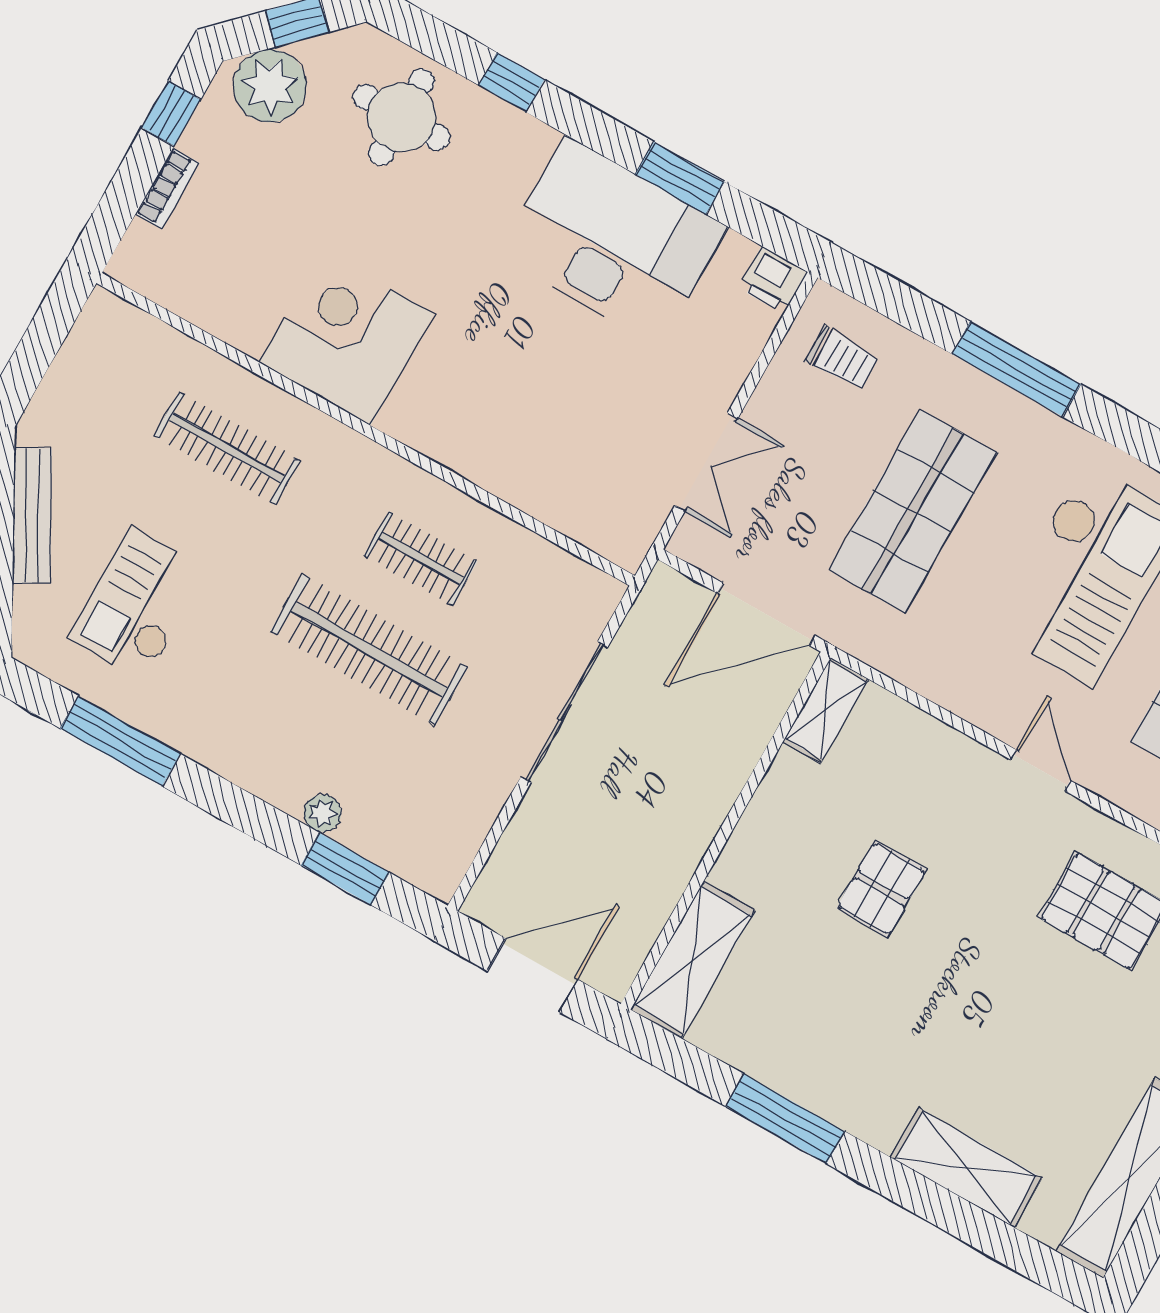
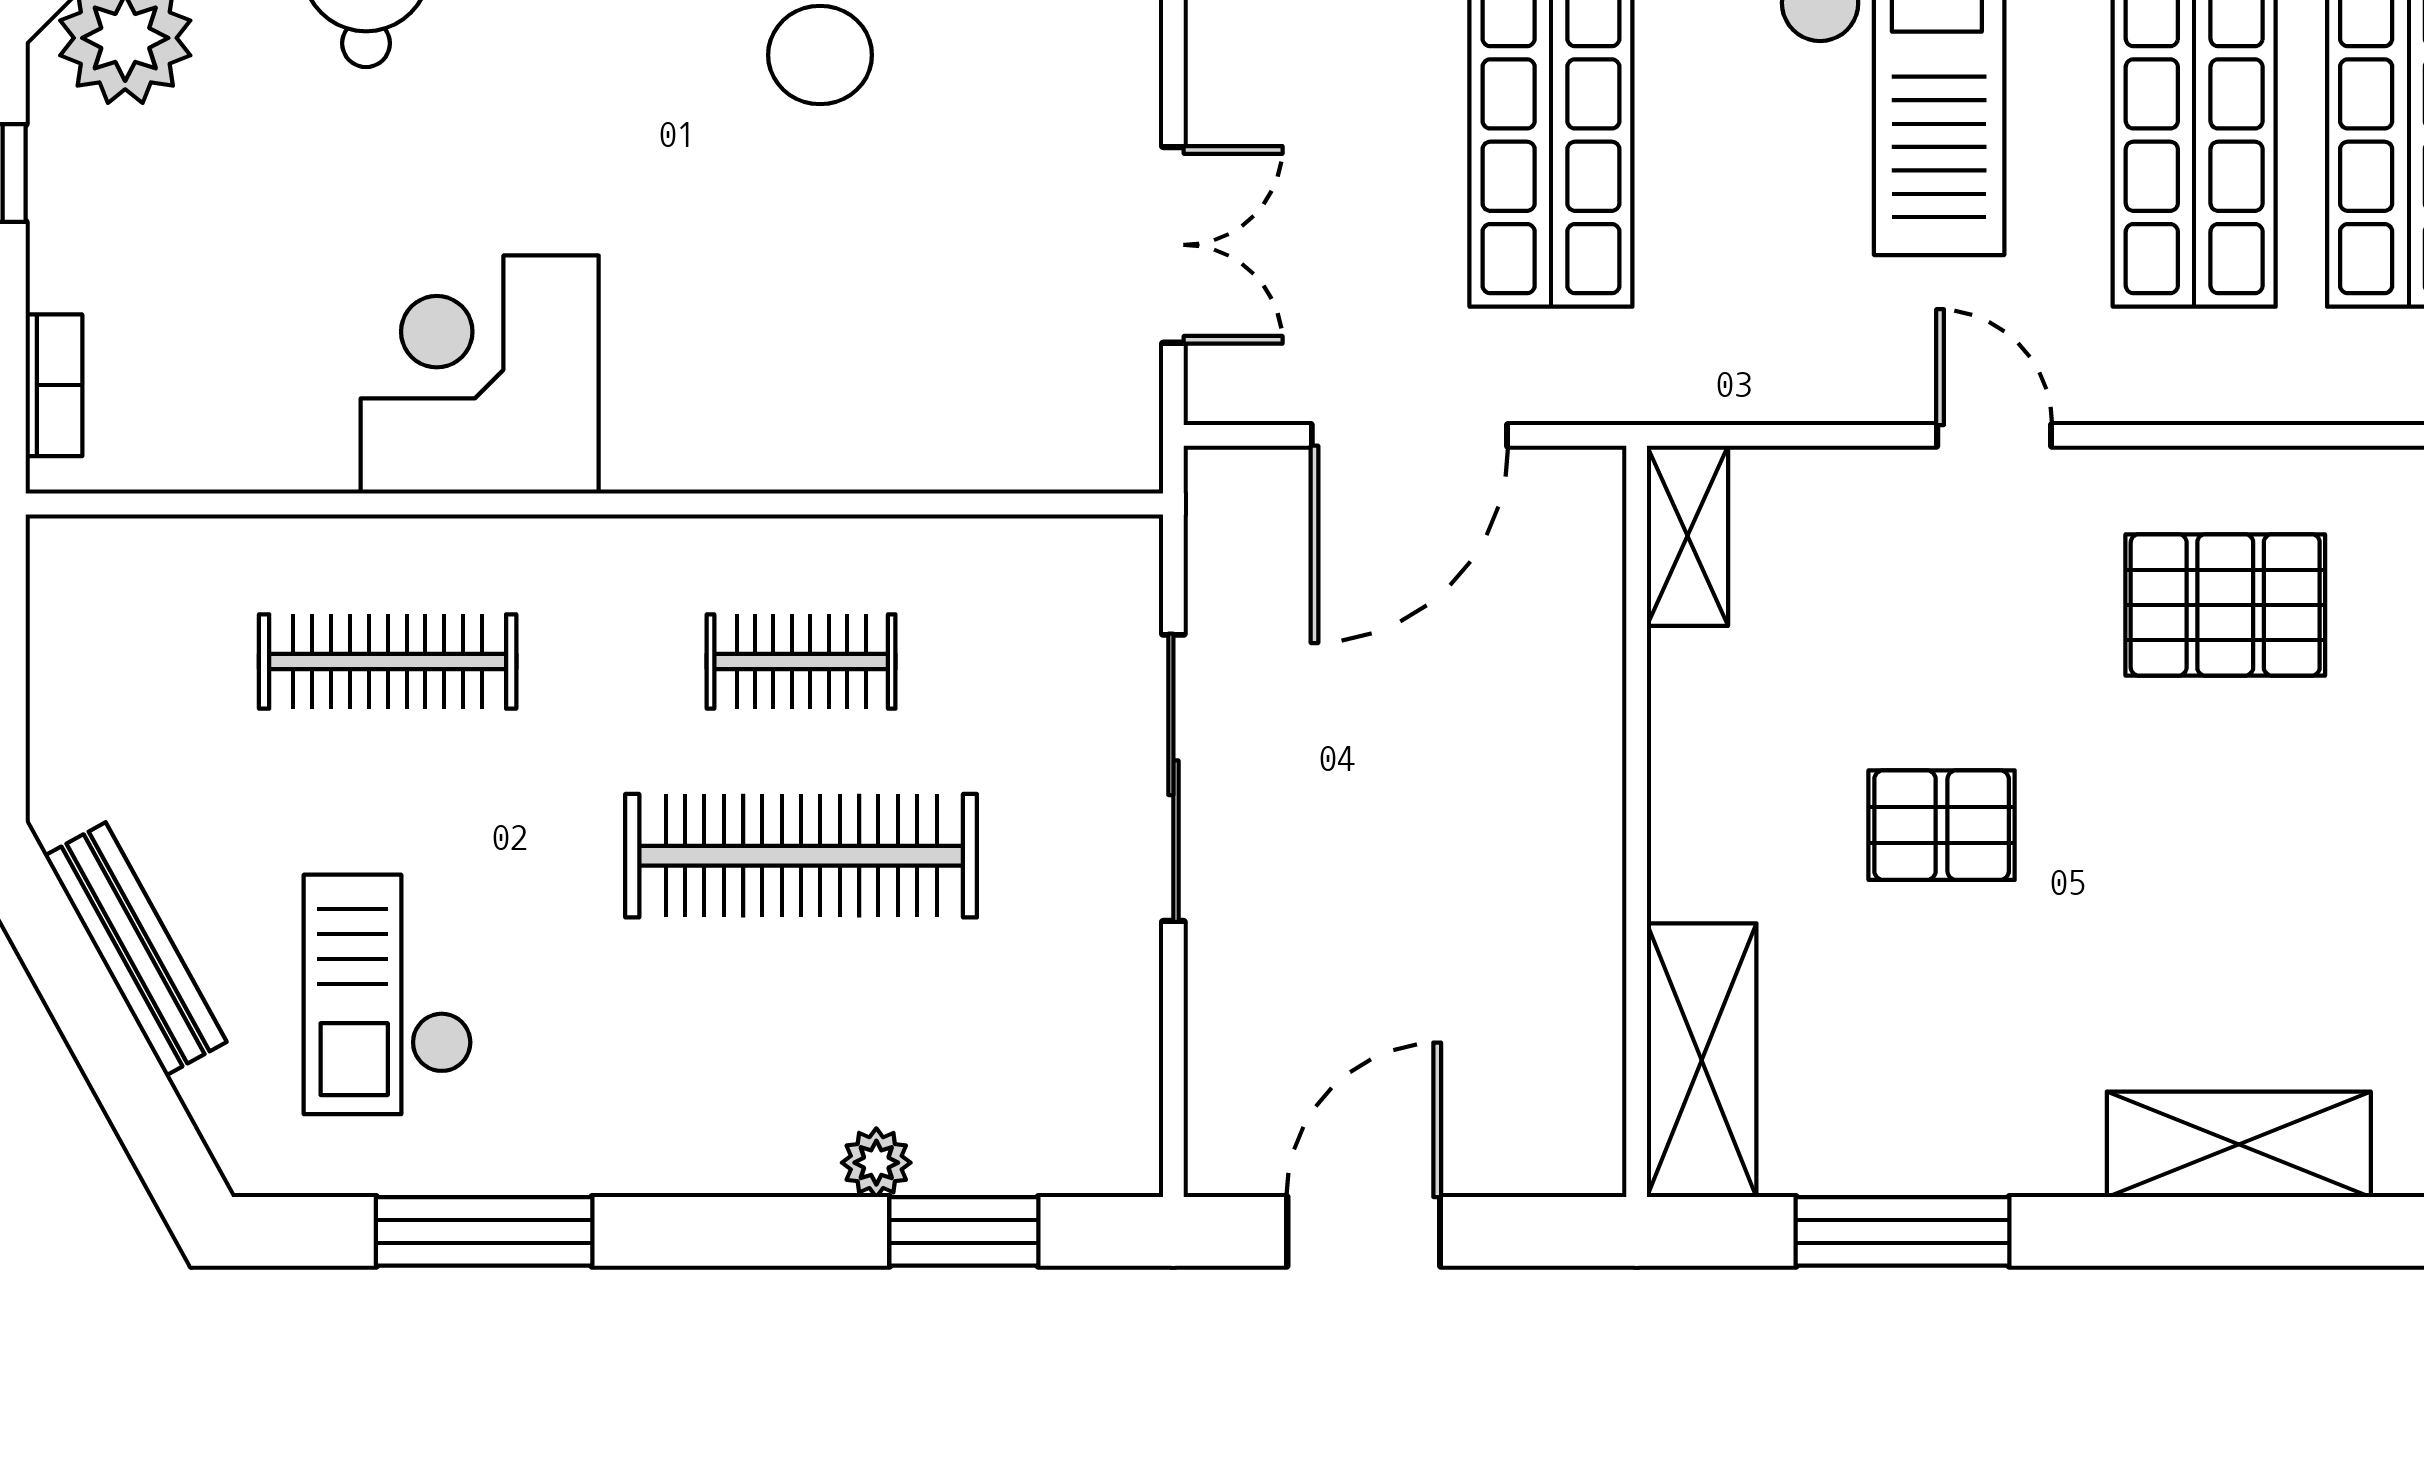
bookcase: (167, 189) -> (54, 385), moved
shelving: (826, 710) -> (1688, 536), moved
wall: (726, 831) -> (1637, 821), moved
pallet: (881, 889) -> (1942, 825), moved, turned 90
shelving: (692, 960) -> (1702, 1060), moved

